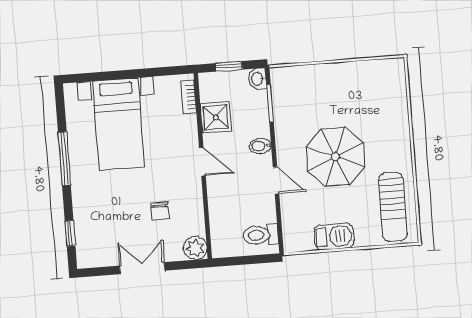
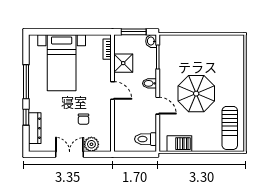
window: (229, 66) -> (134, 32), width x1.50
dresser: (84, 231) -> (35, 128), added
window: (70, 233) -> (26, 117), moved
barbecue: (334, 236) -> (179, 144), moved
plant: (195, 248) -> (91, 144), moved

